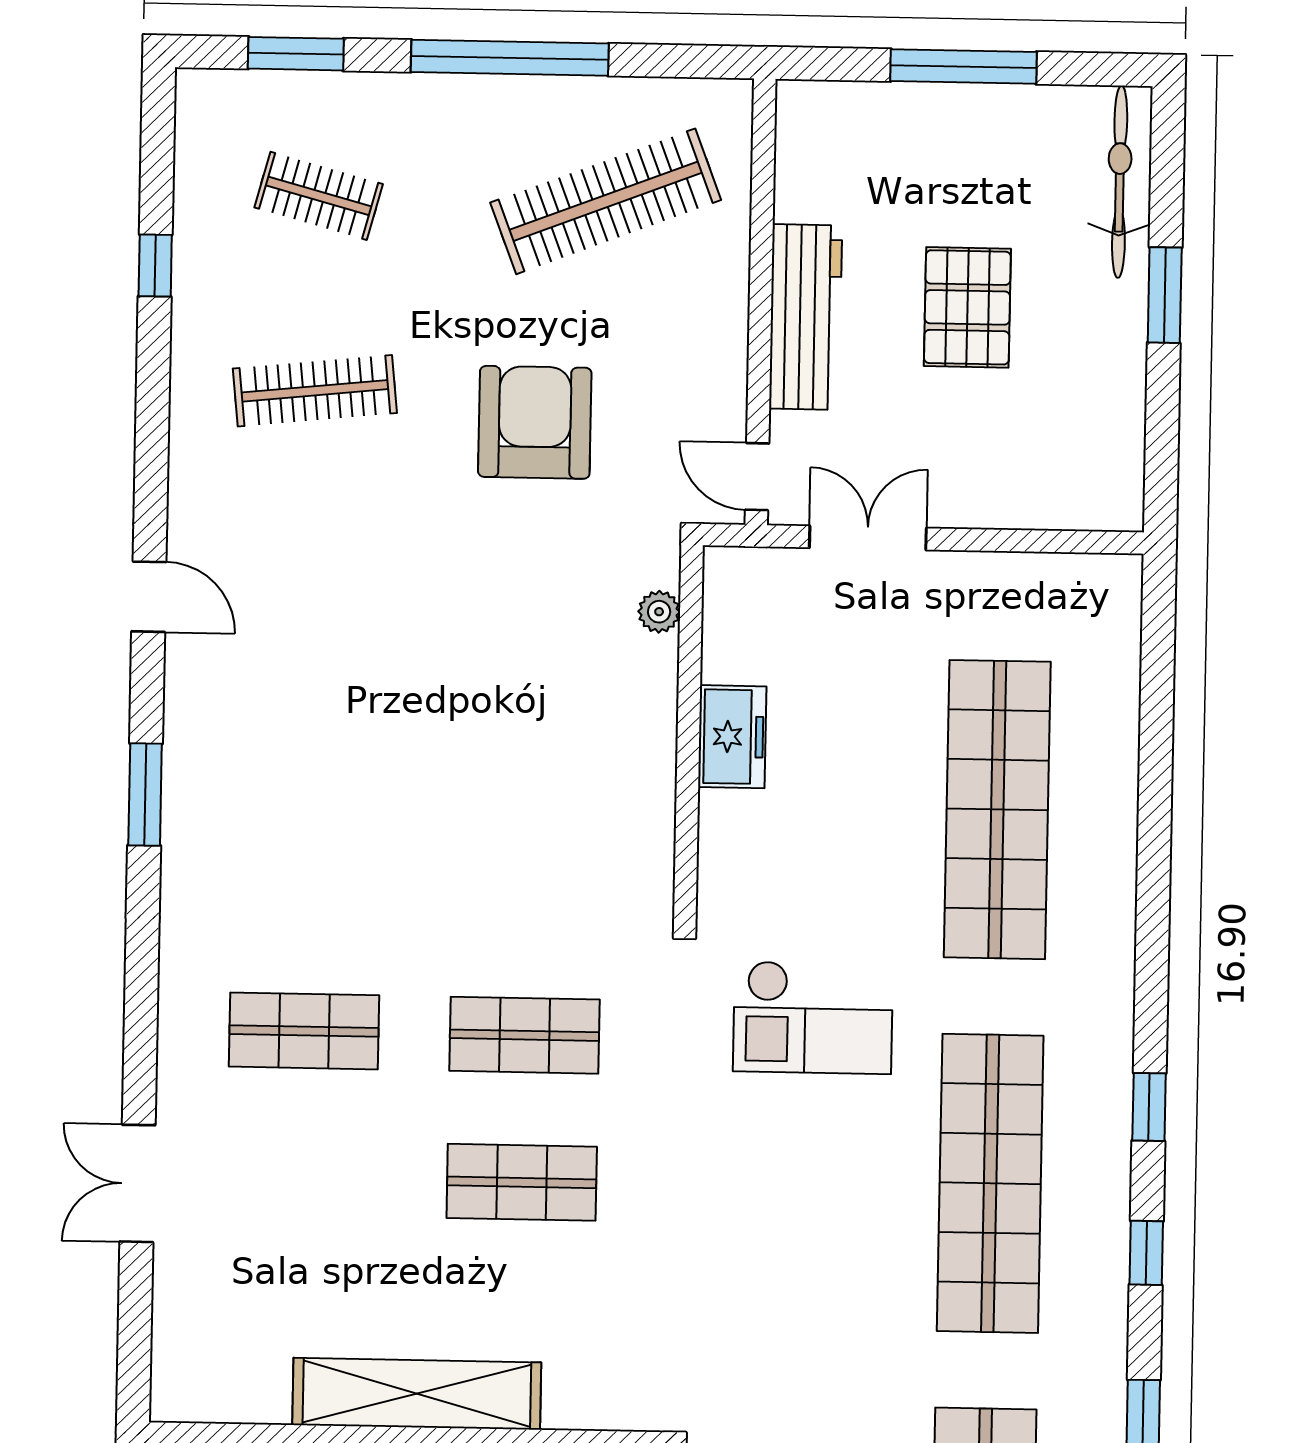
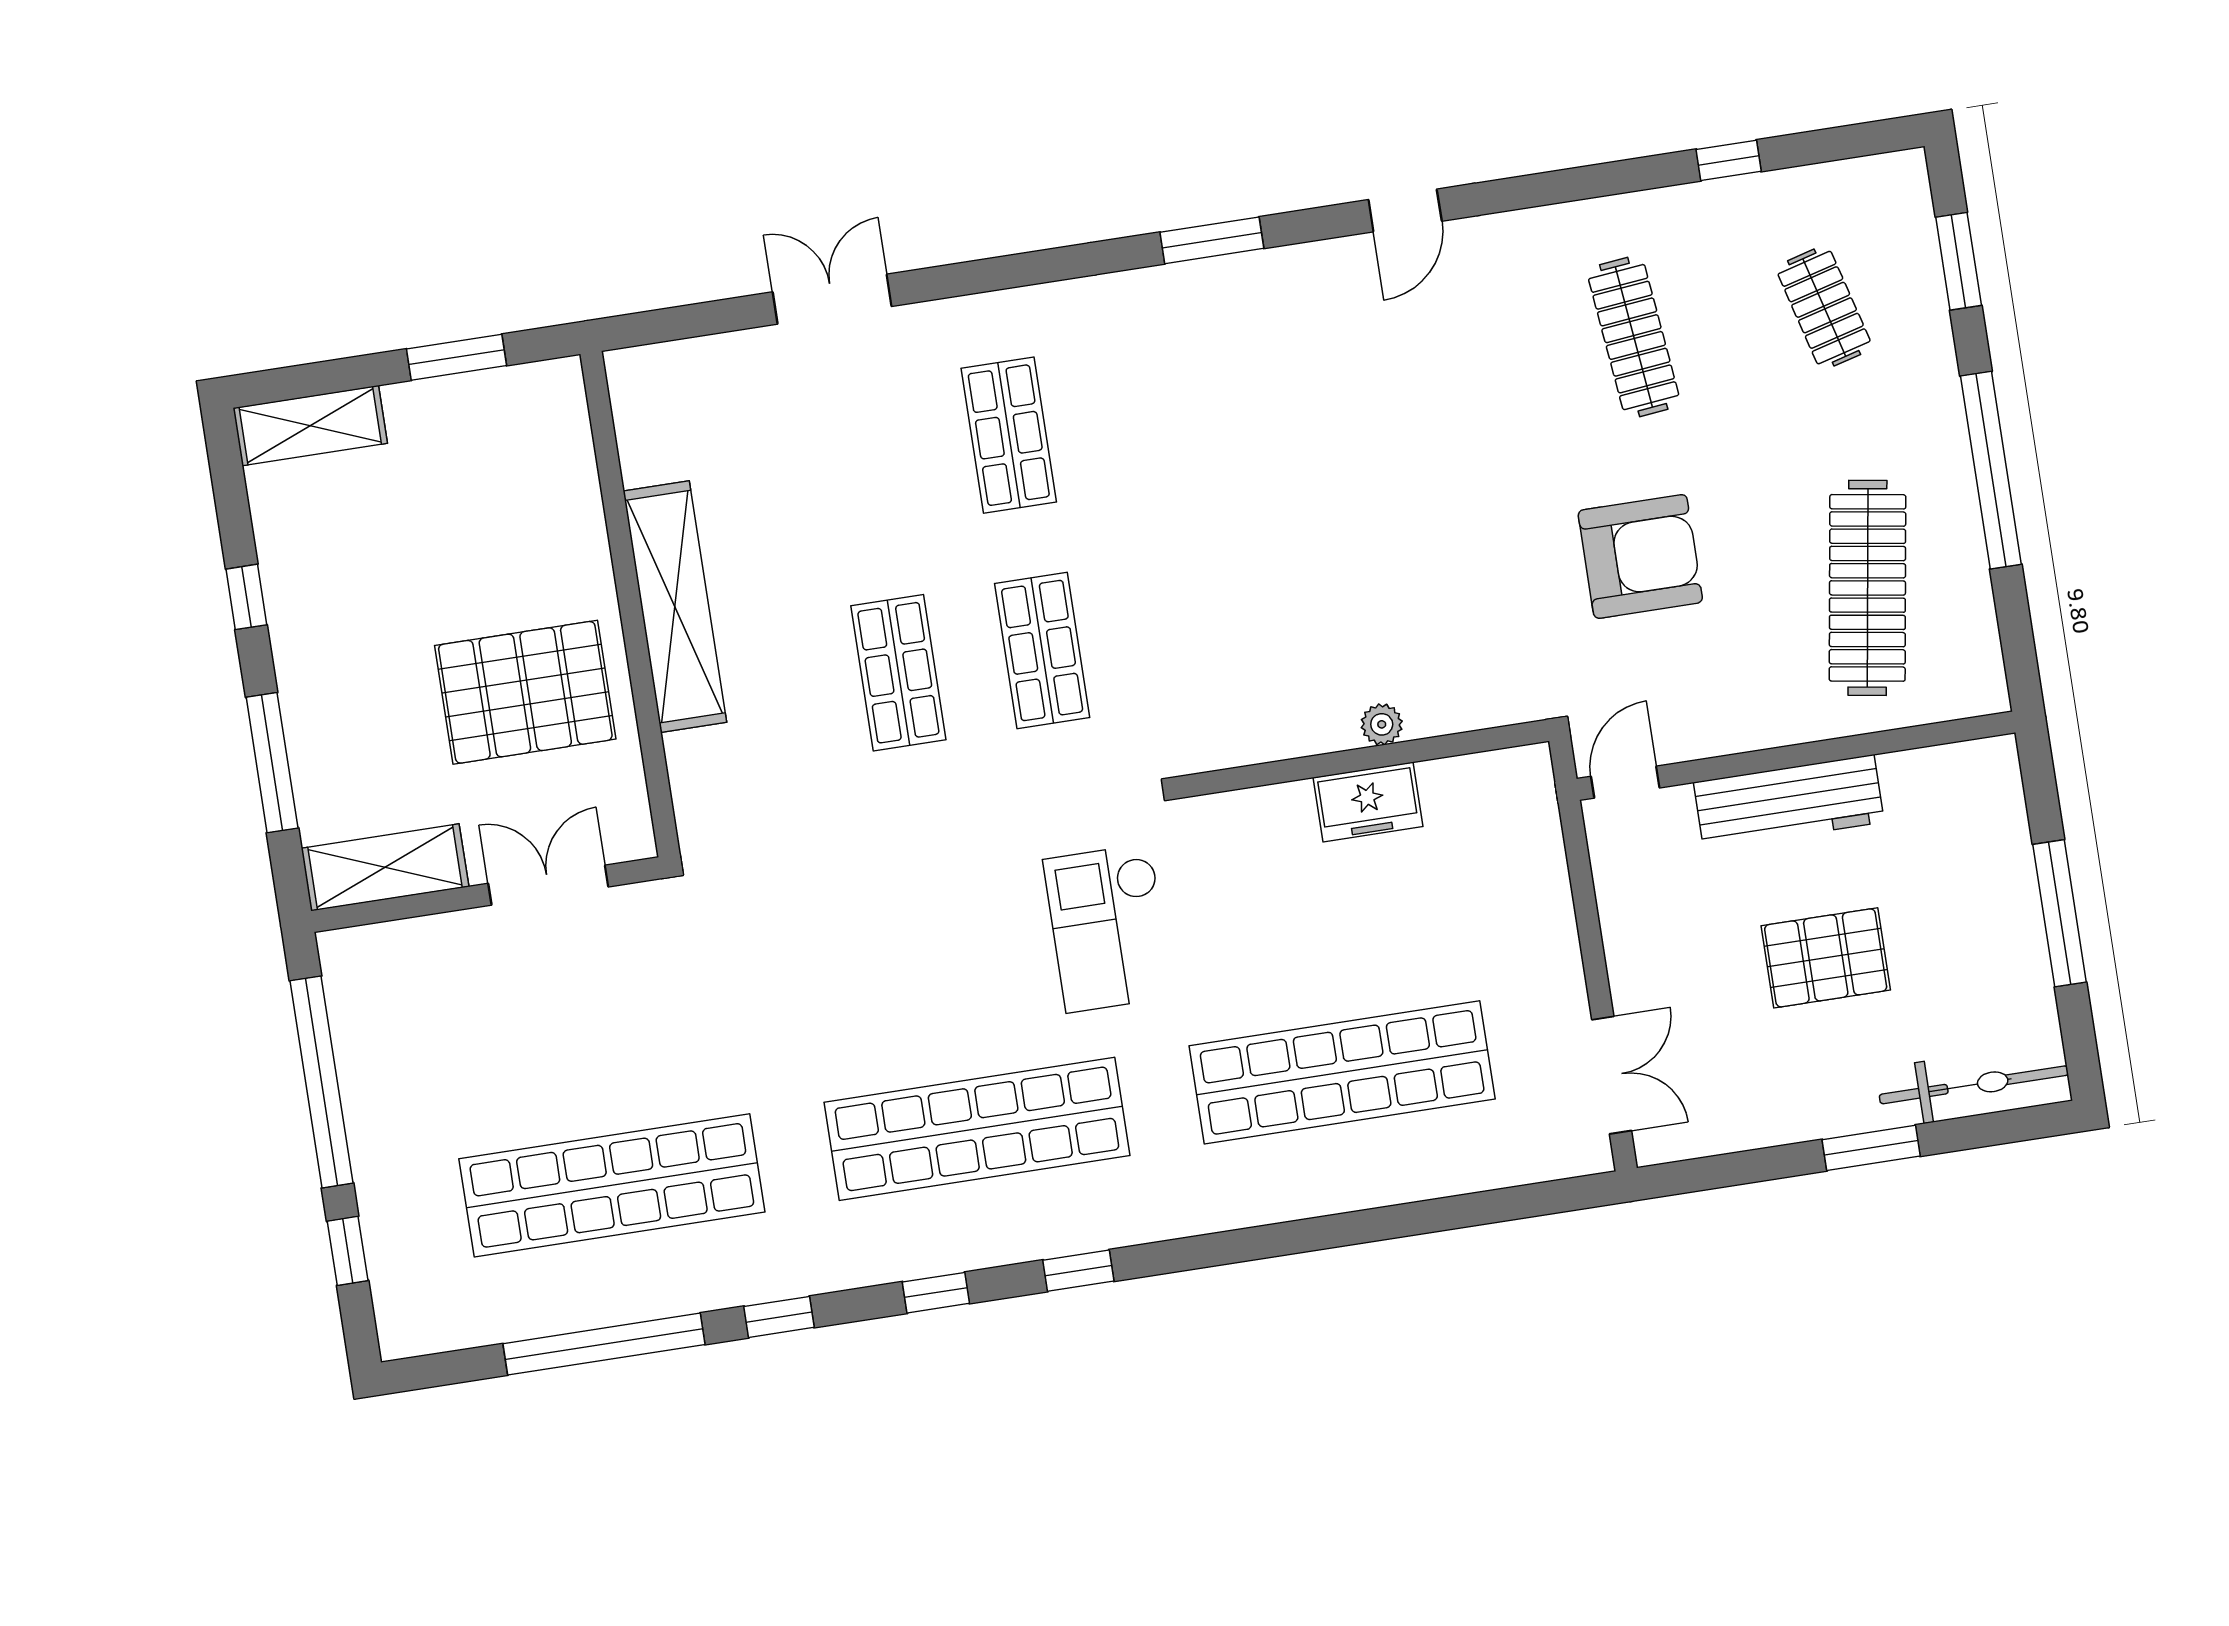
clothes rail: (319, 196) -> (1824, 308), turned -30
clothes rail: (606, 201) -> (1867, 588), turned 30
double door: (868, 538) -> (1612, 1075), moved
plant: (659, 612) -> (1382, 724), moved

